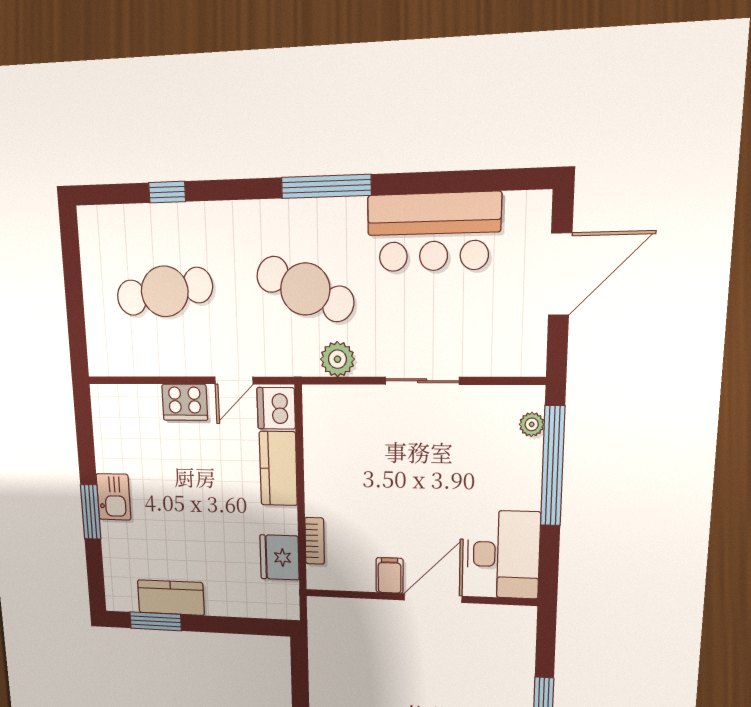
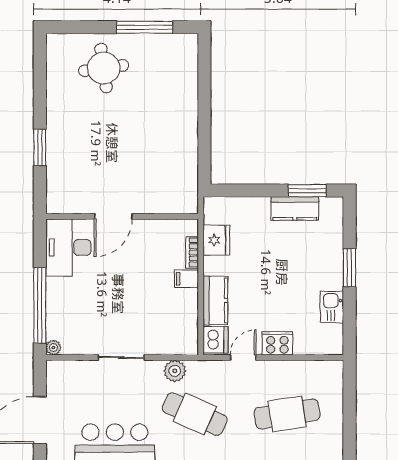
plant: (532, 424) -> (53, 348), moved
kitchen sink: (114, 497) -> (332, 307), moved
filing cabinet: (390, 575) -> (186, 279), moved, turned 90

